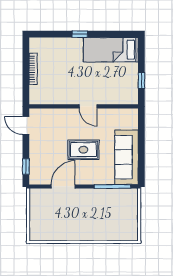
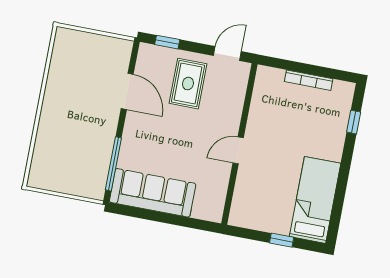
window: (80, 34) -> (354, 122), moved
window: (141, 80) -> (282, 240), moved
rug: (83, 150) -> (188, 84), moved

